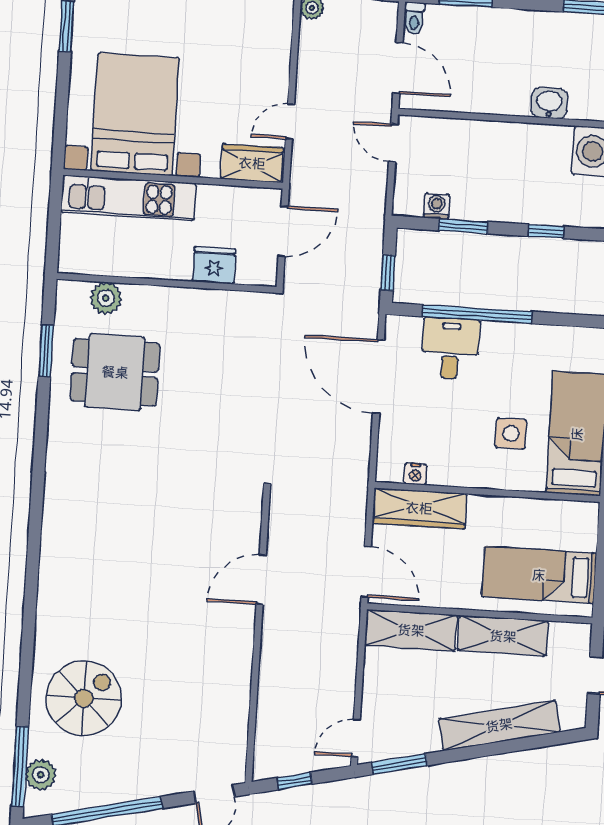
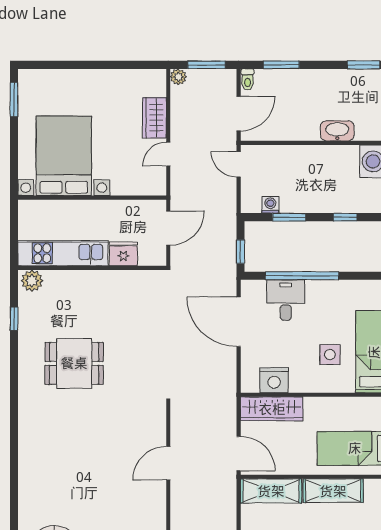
door: (398, 68) -> (239, 114), hinge flipped
washbasin: (549, 103) -> (337, 131), width x1.38
wardrobe: (252, 163) -> (154, 118), moved, turned -90
kitchen unit: (128, 198) -> (63, 253), moved, turned 180
plant: (106, 298) -> (32, 281), moved
window: (46, 351) -> (14, 319), width x0.67
dining table: (115, 372) -> (74, 363), moved
nightstand: (415, 474) -> (274, 380), width x1.89, depth x1.79

